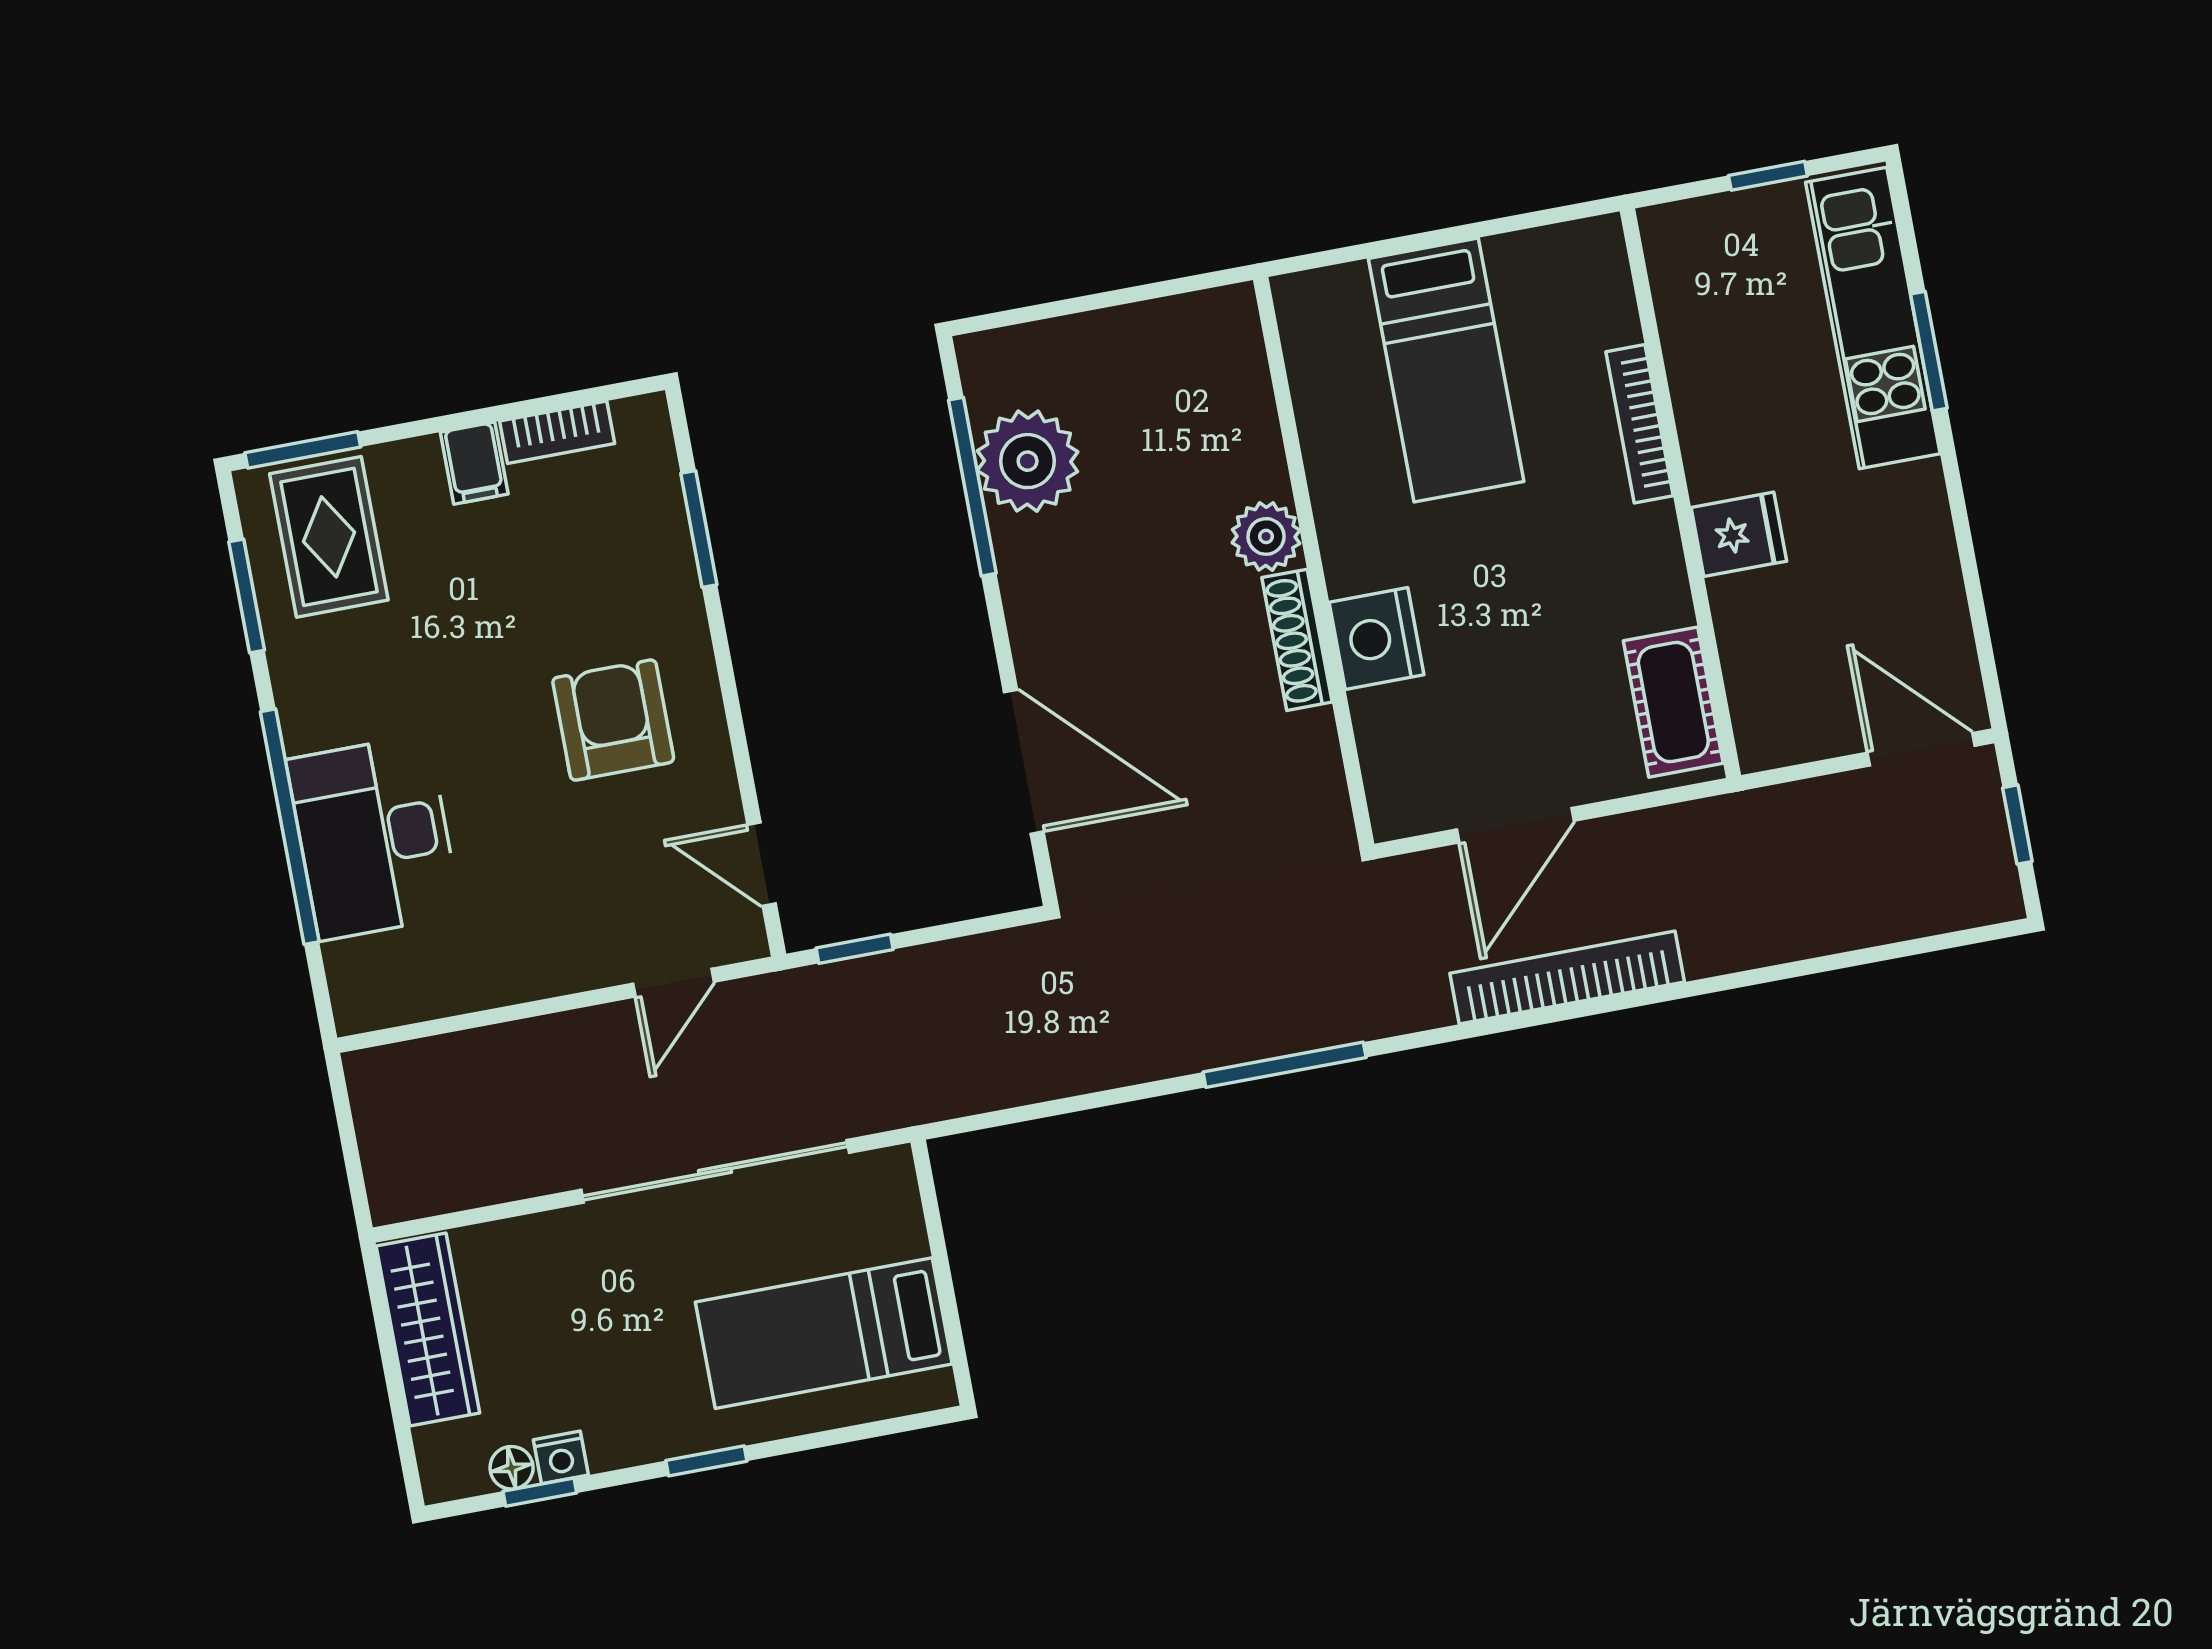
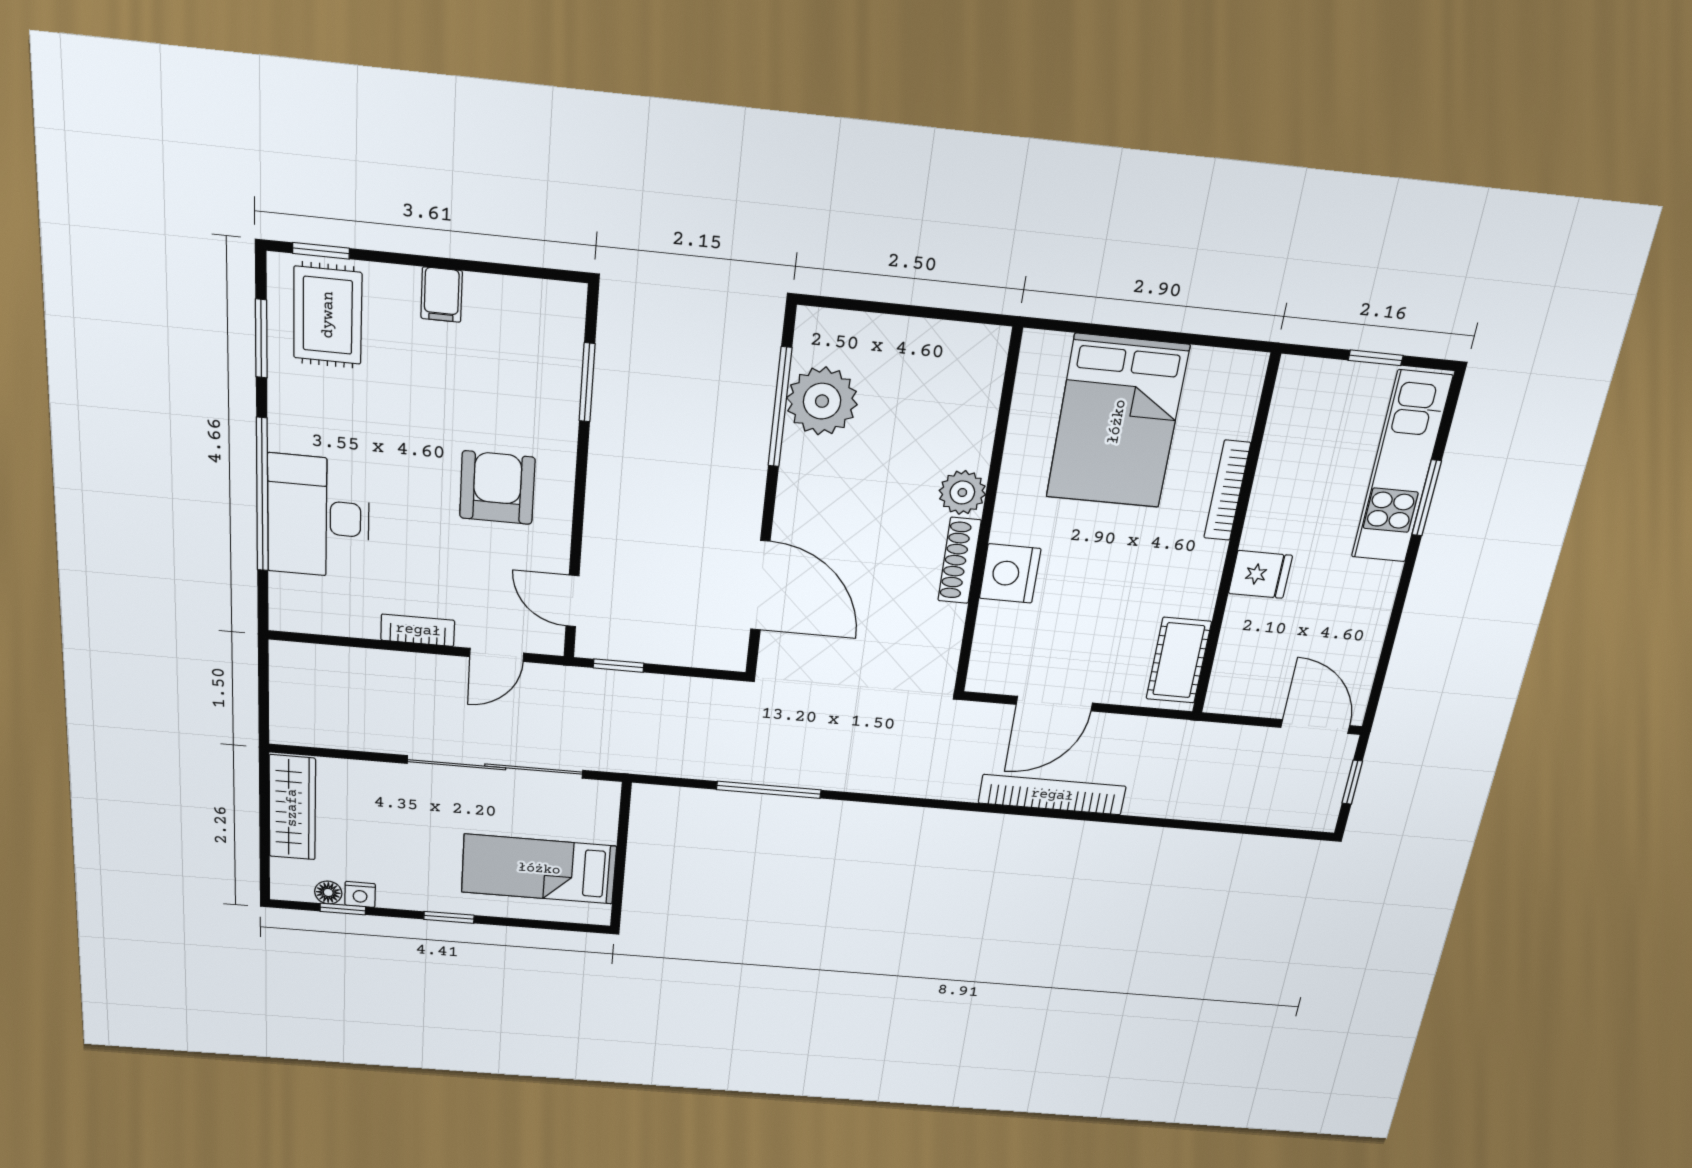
bed: (1446, 370) -> (1117, 422), width x1.50
bookcase: (557, 432) -> (418, 630), moved, turned 180
window: (303, 450) -> (321, 251), width x0.67
window: (1285, 1065) -> (769, 790), moved

